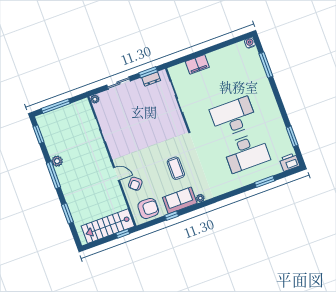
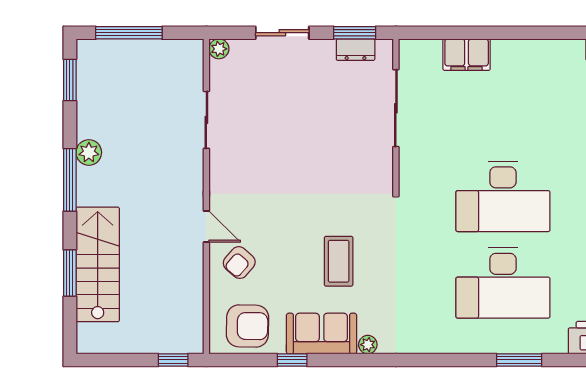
desk: (233, 117) -> (503, 196), turned 180
stairs: (108, 226) -> (98, 264), moved, turned 90

